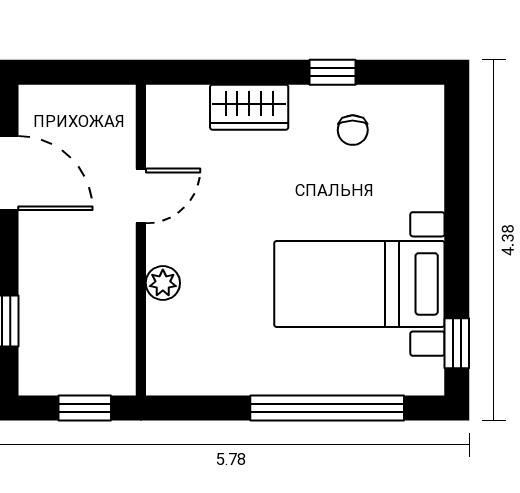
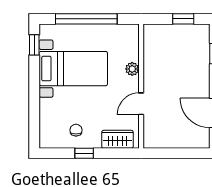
door: (141, 196) -> (141, 104), moved
wall: (141, 240) -> (141, 86), moved
plant: (163, 283) -> (132, 69), moved

